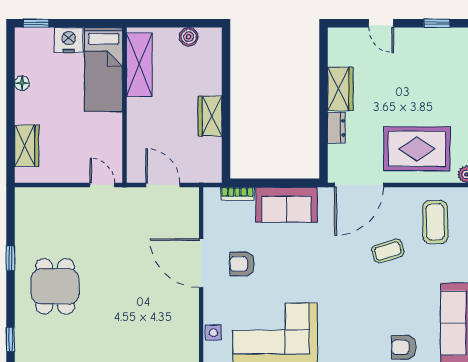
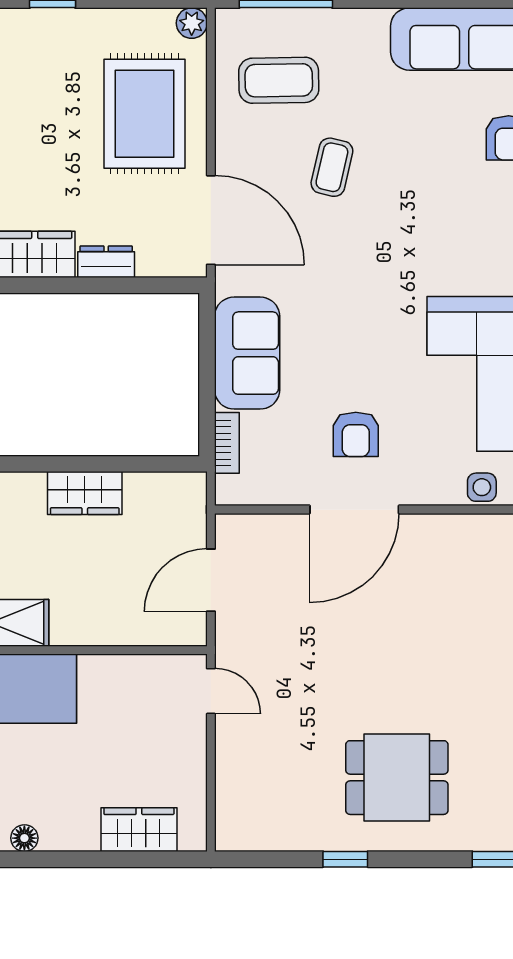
door: (102, 185) -> (211, 691), swing flipped
coffee table: (388, 251) -> (332, 167), turned 30

